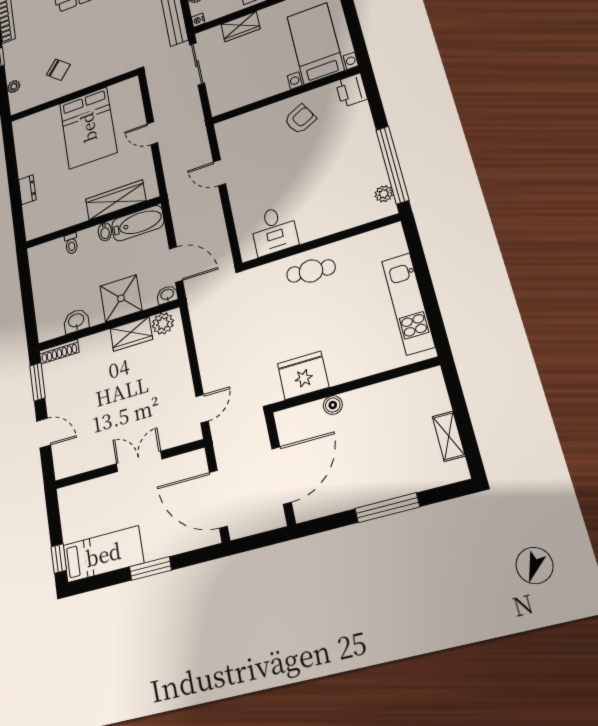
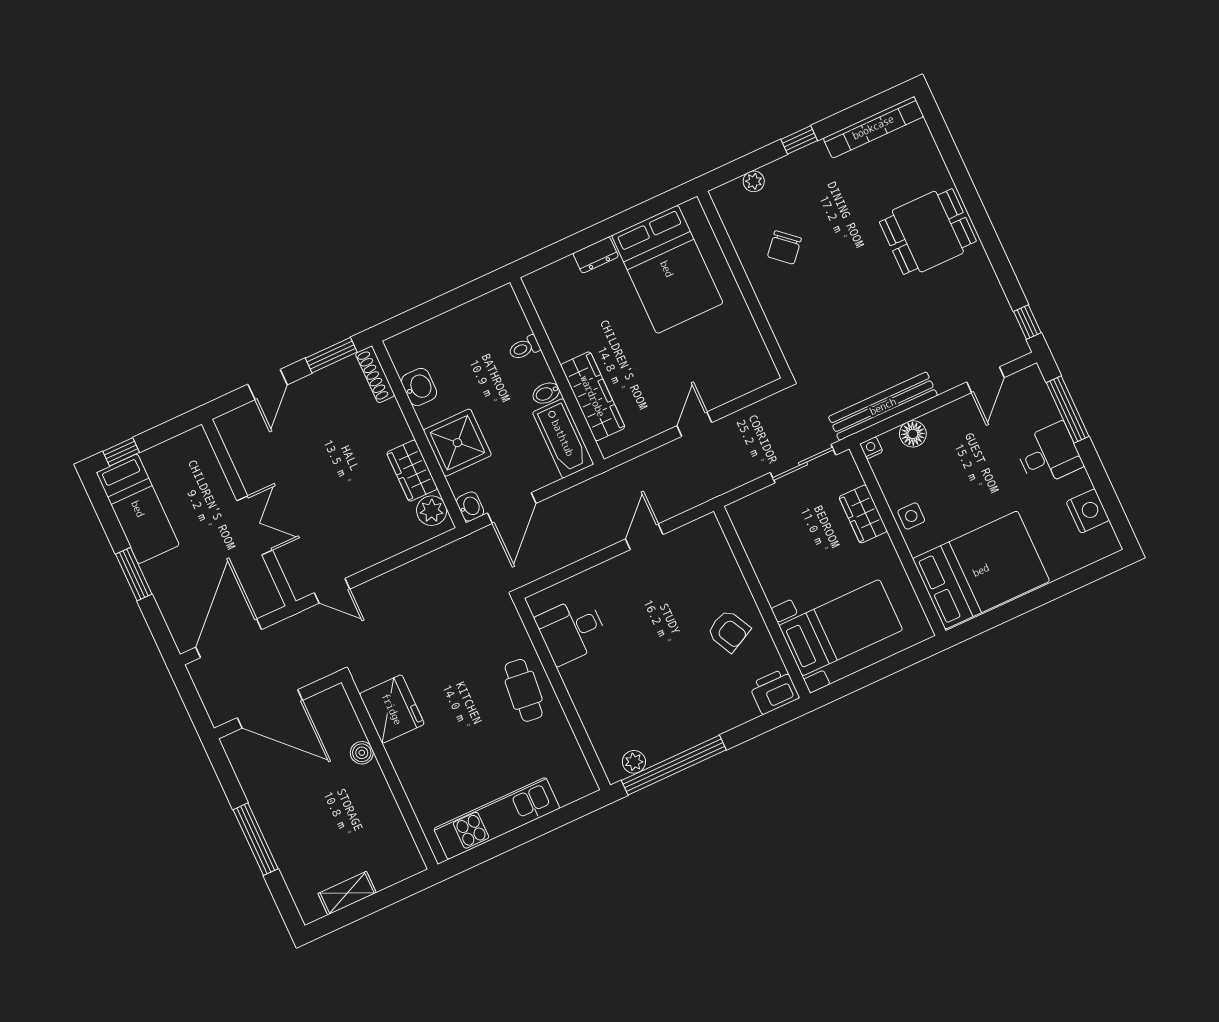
bed: (88, 128) -> (667, 269), moved, turned -90

